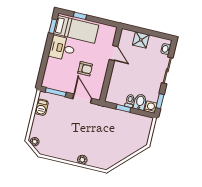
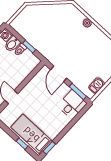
desk: (62, 48) -> (72, 104), moved, turned -90
armchair: (85, 69) -> (42, 97), removed

